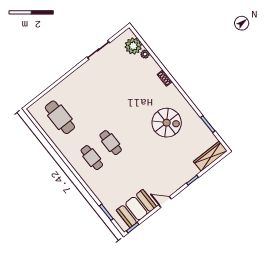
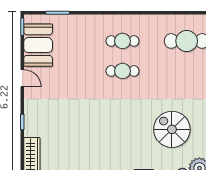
spiral stairs: (167, 123) -> (172, 129), moved, turned 90
door: (165, 202) -> (22, 78), hinge flipped

